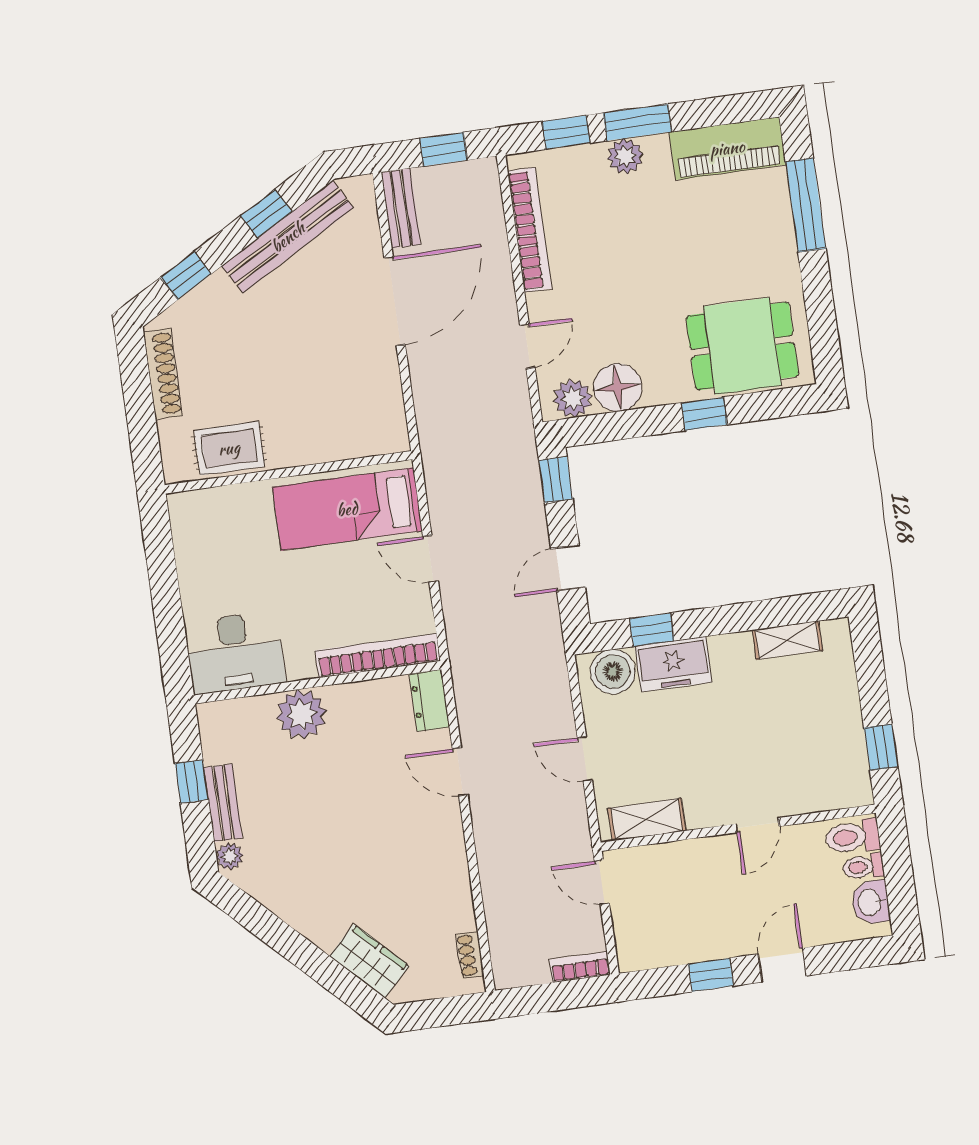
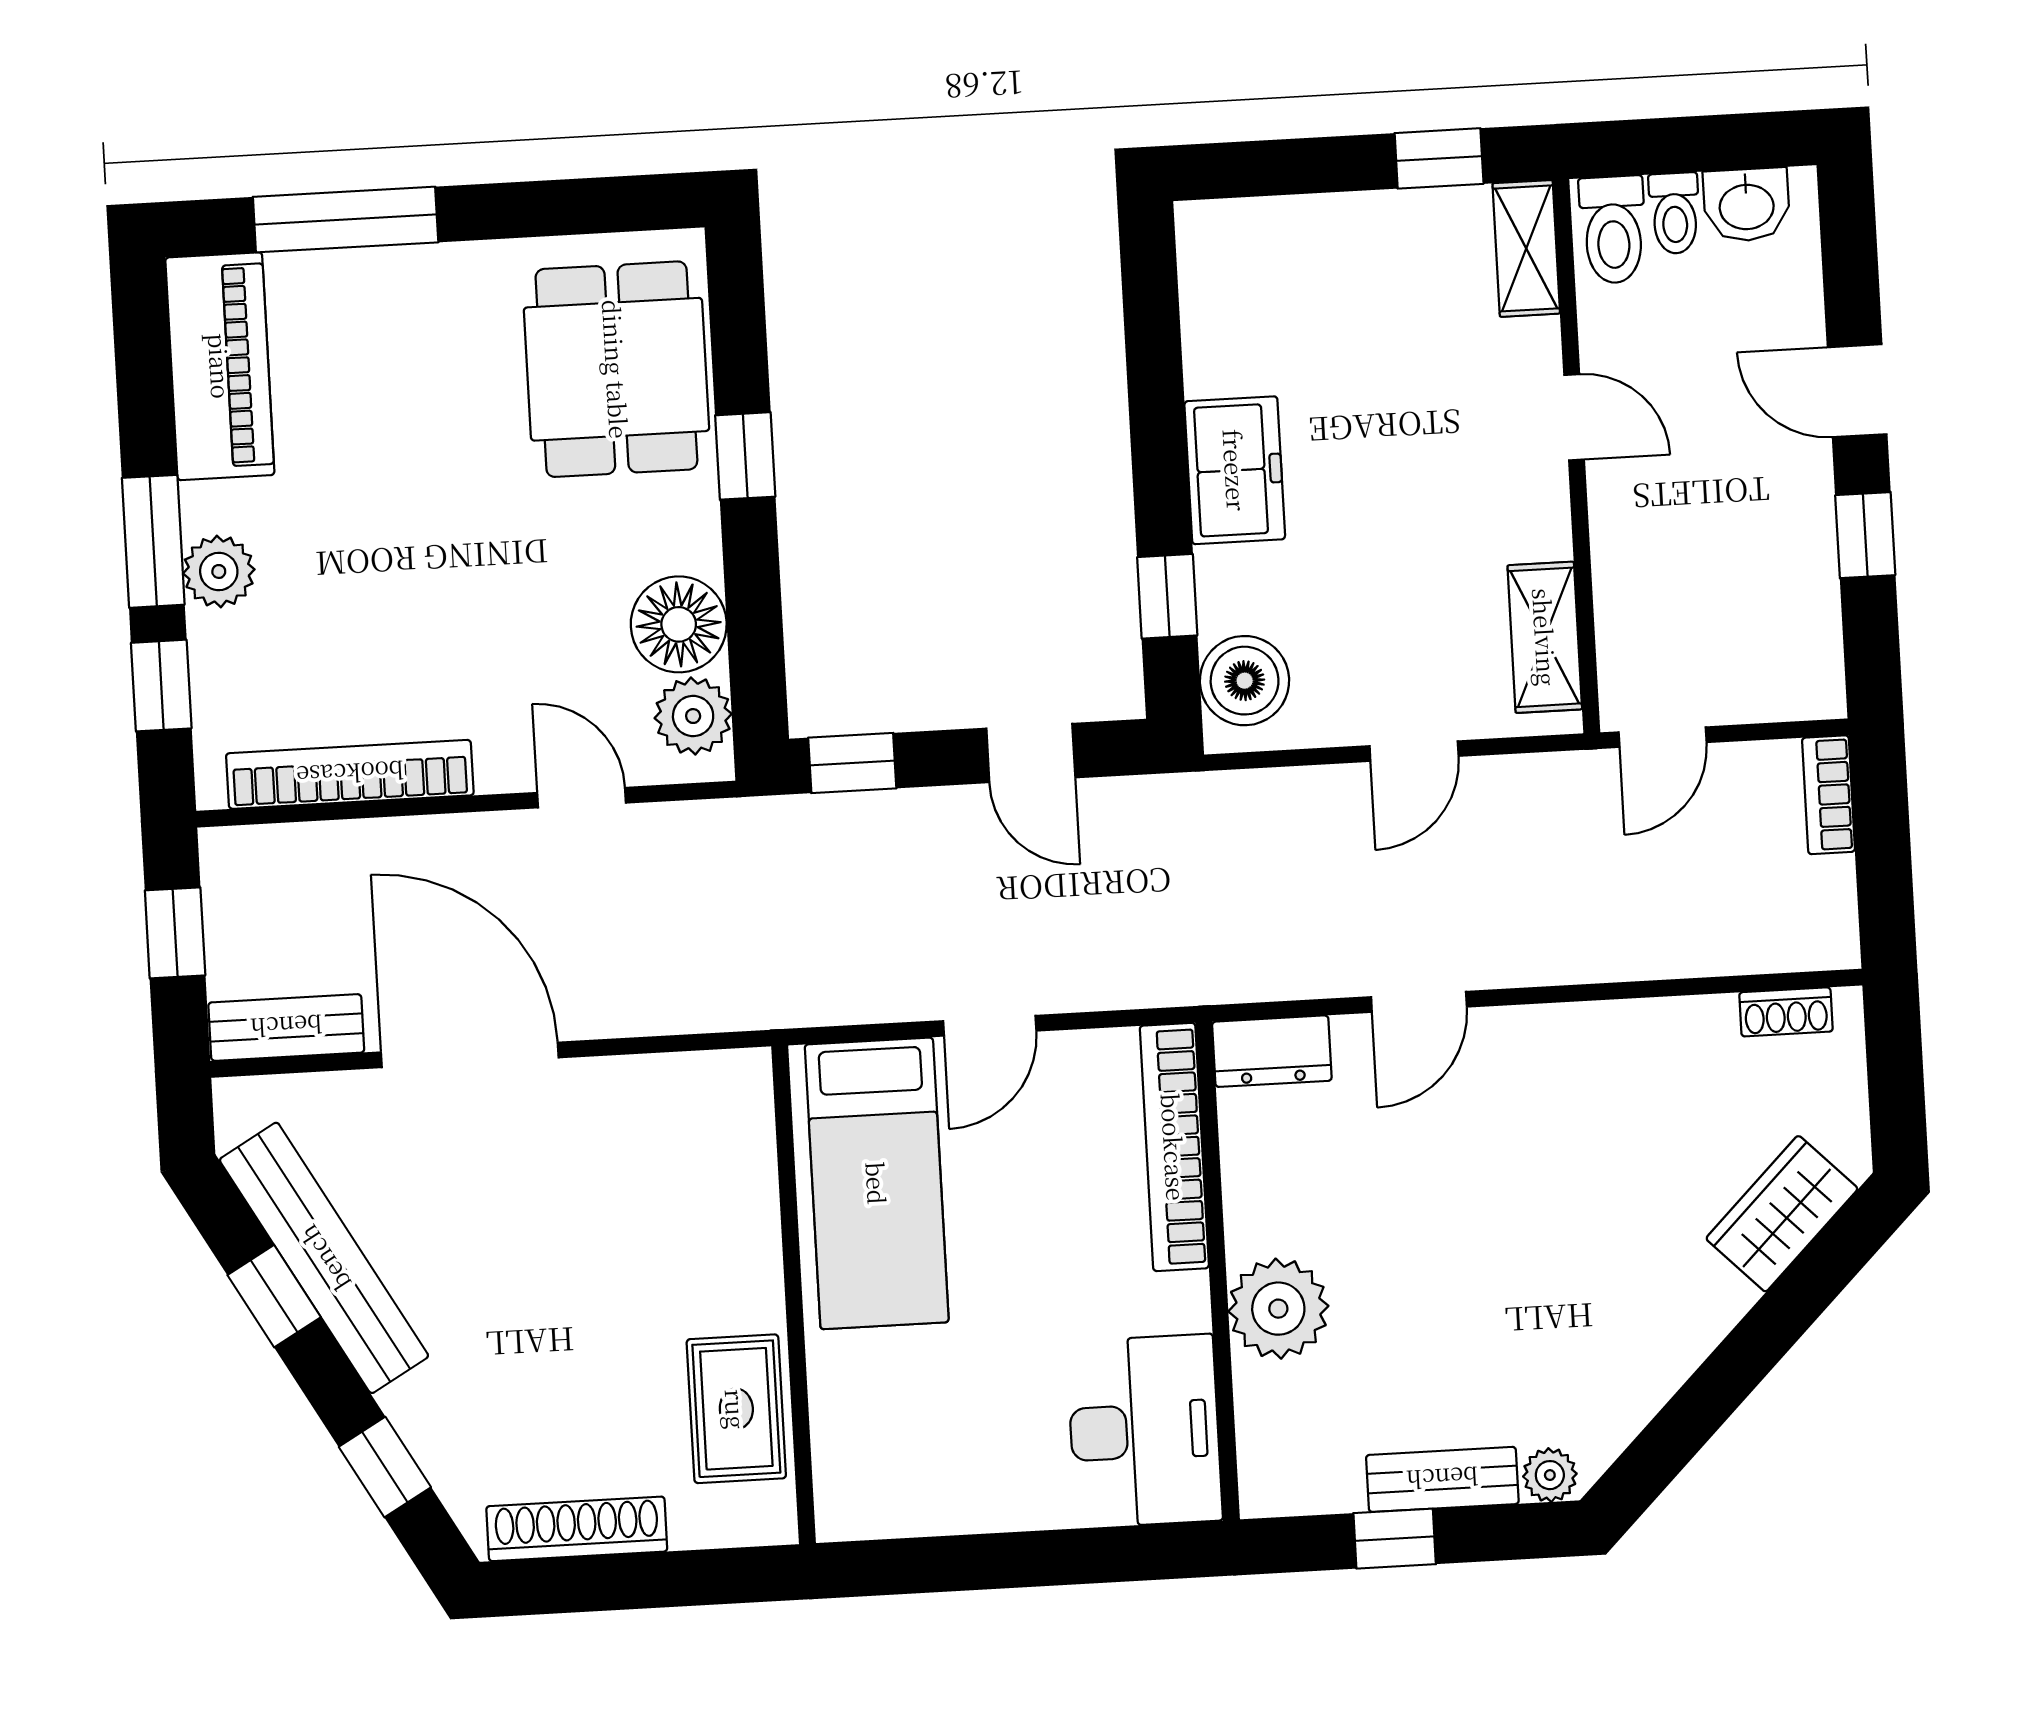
shelving: (787, 640) -> (1526, 248), moved
freezer: (673, 664) -> (1235, 470), moved

